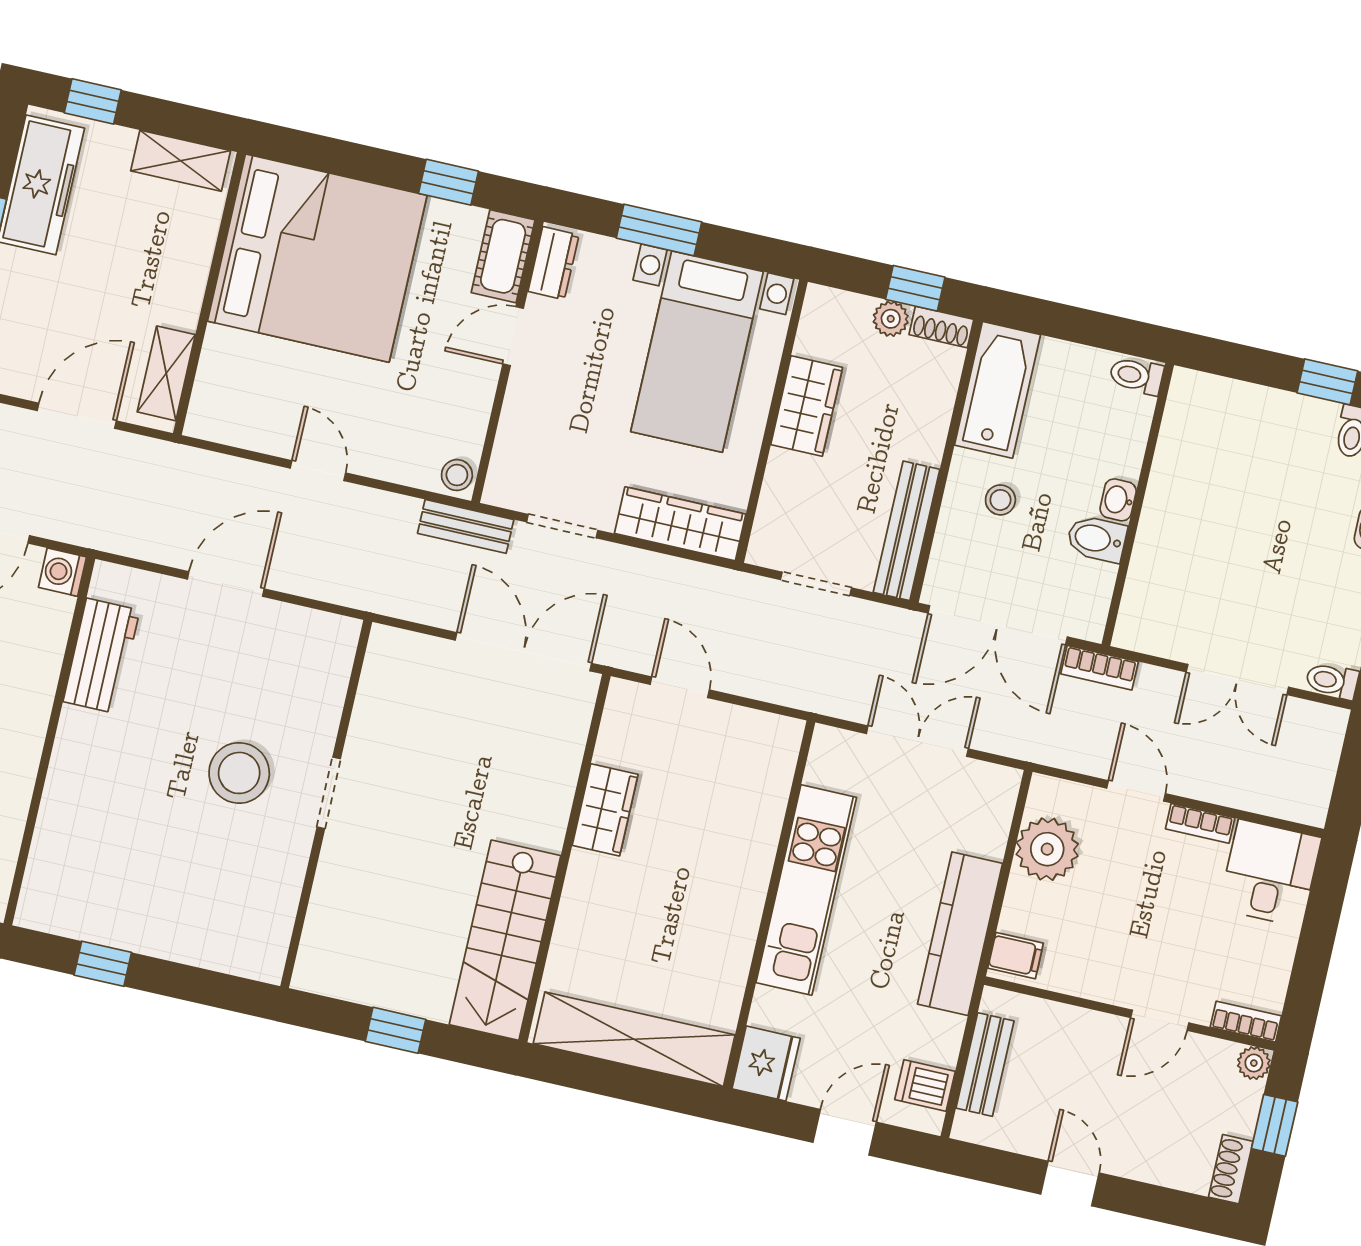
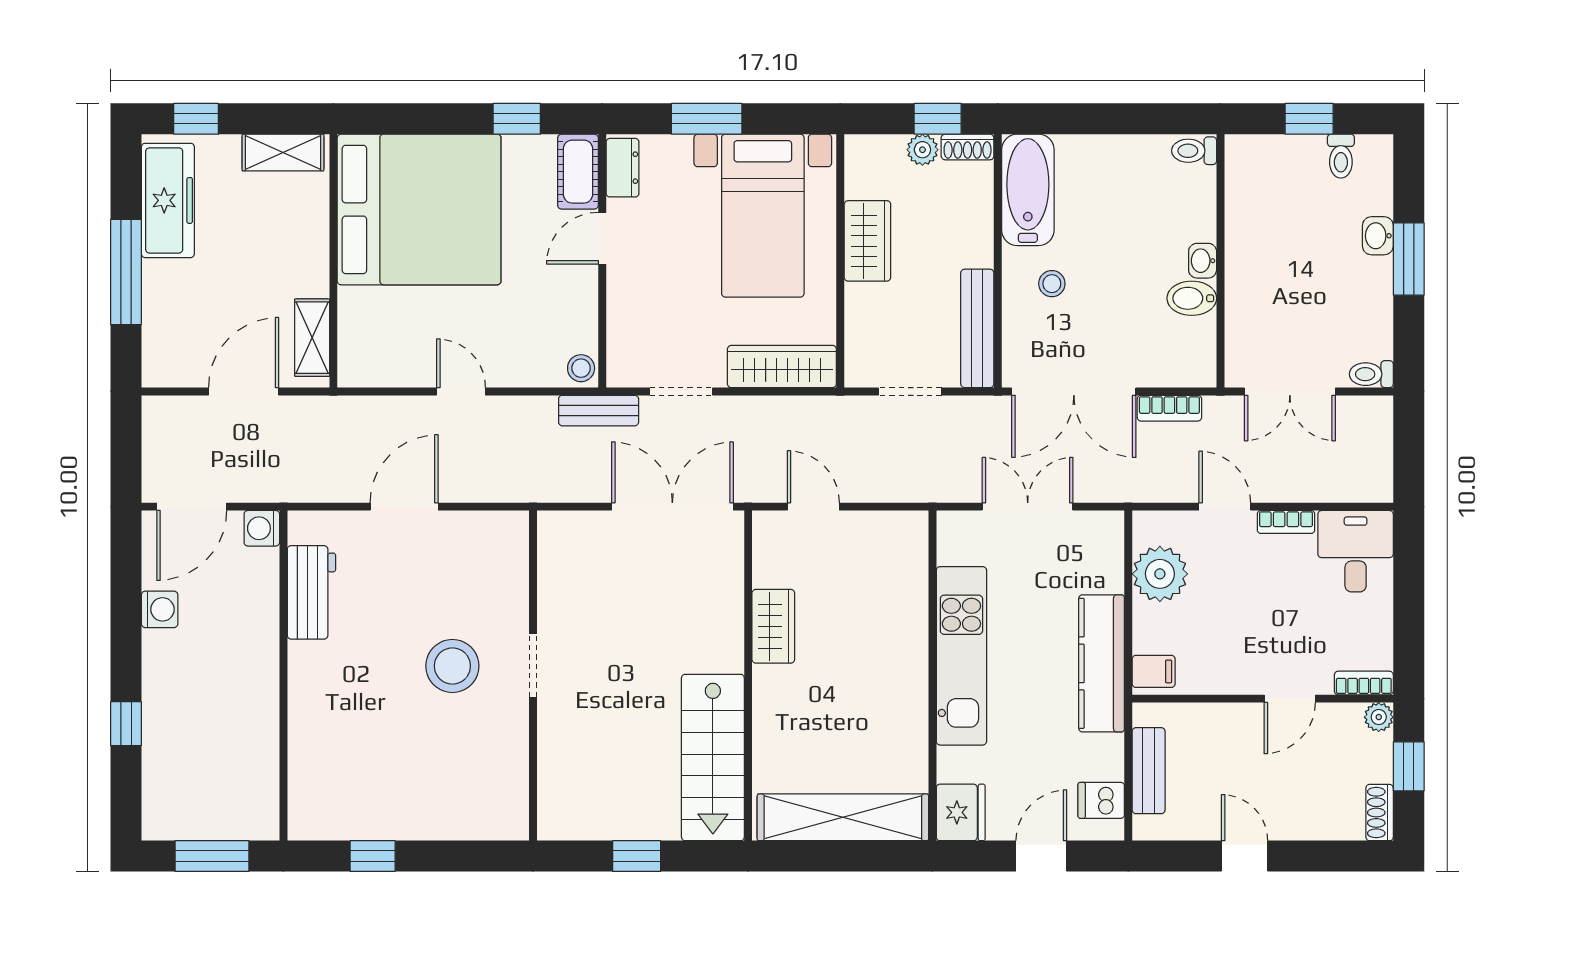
toilet: (1136, 376) -> (1194, 151), moved
washbasin: (1118, 500) -> (1203, 261), moved
wall: (1138, 505) -> (1220, 261), moved
bidet: (1097, 539) -> (1192, 298), moved

